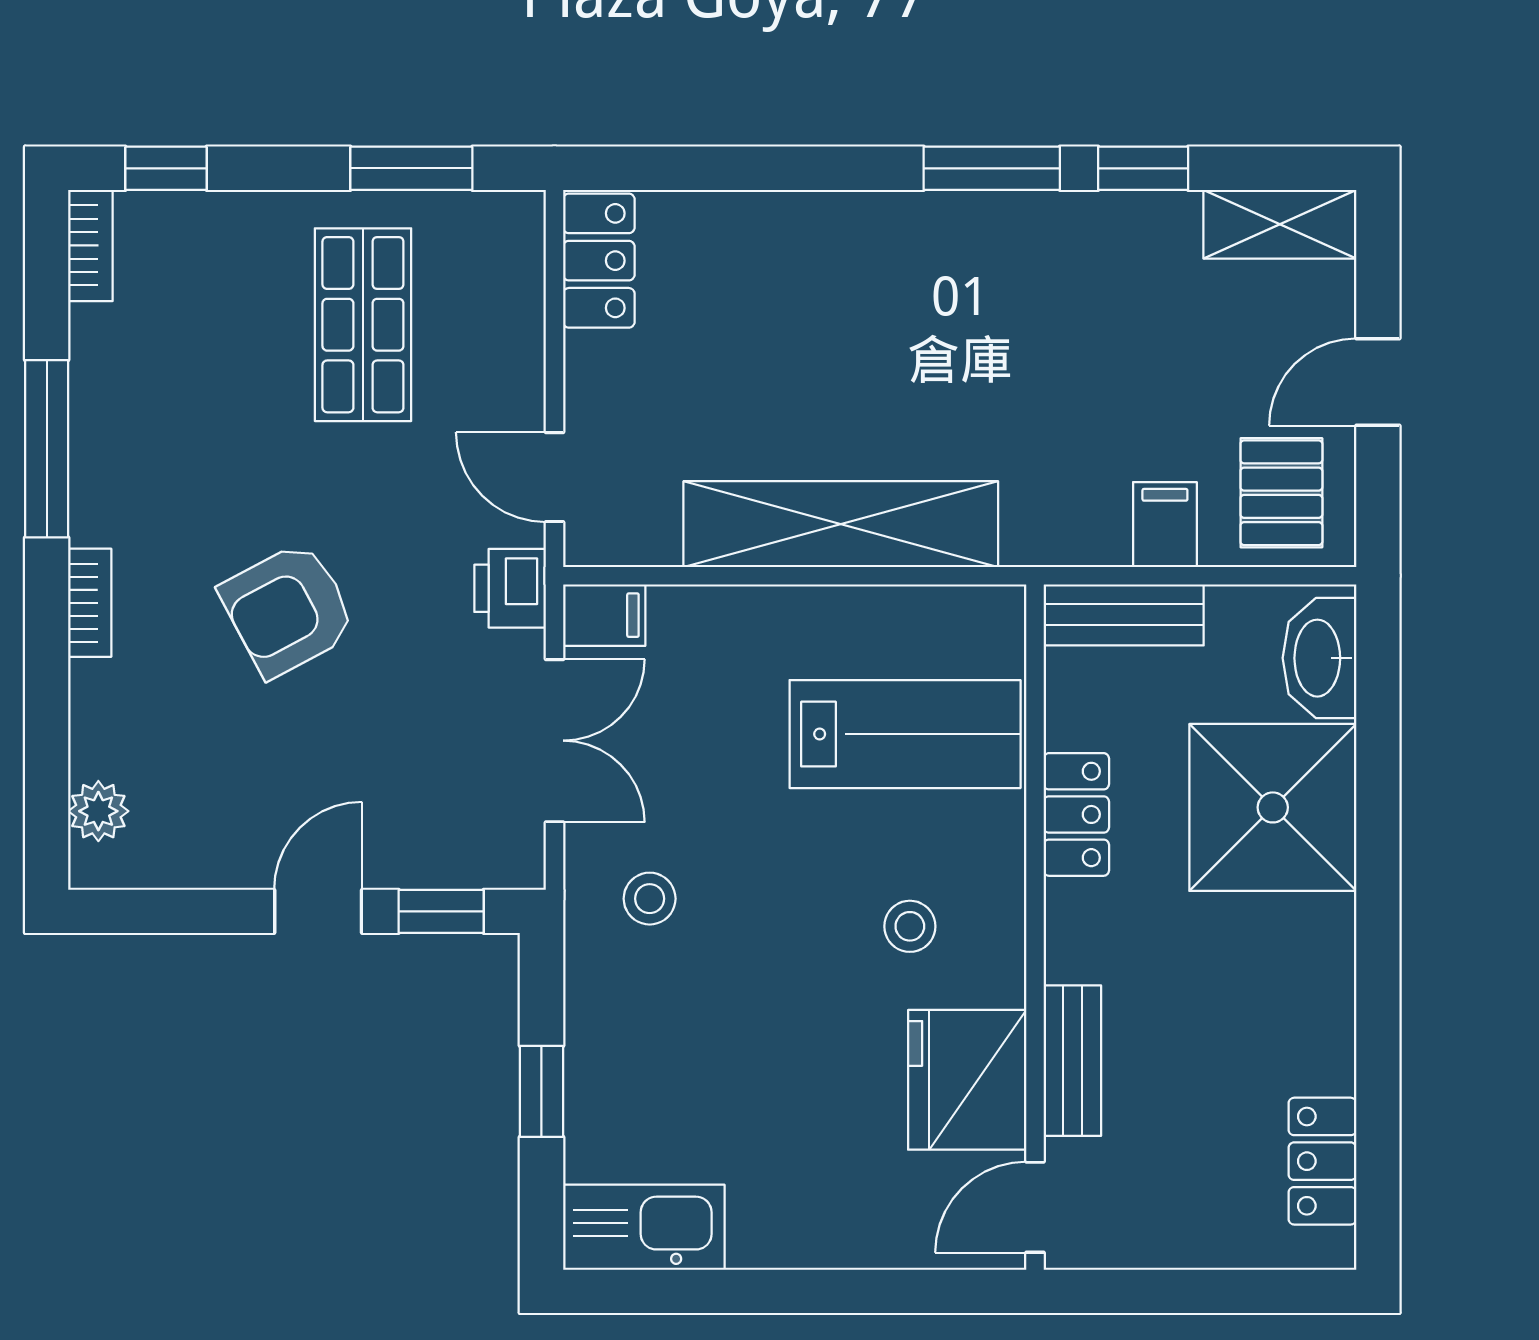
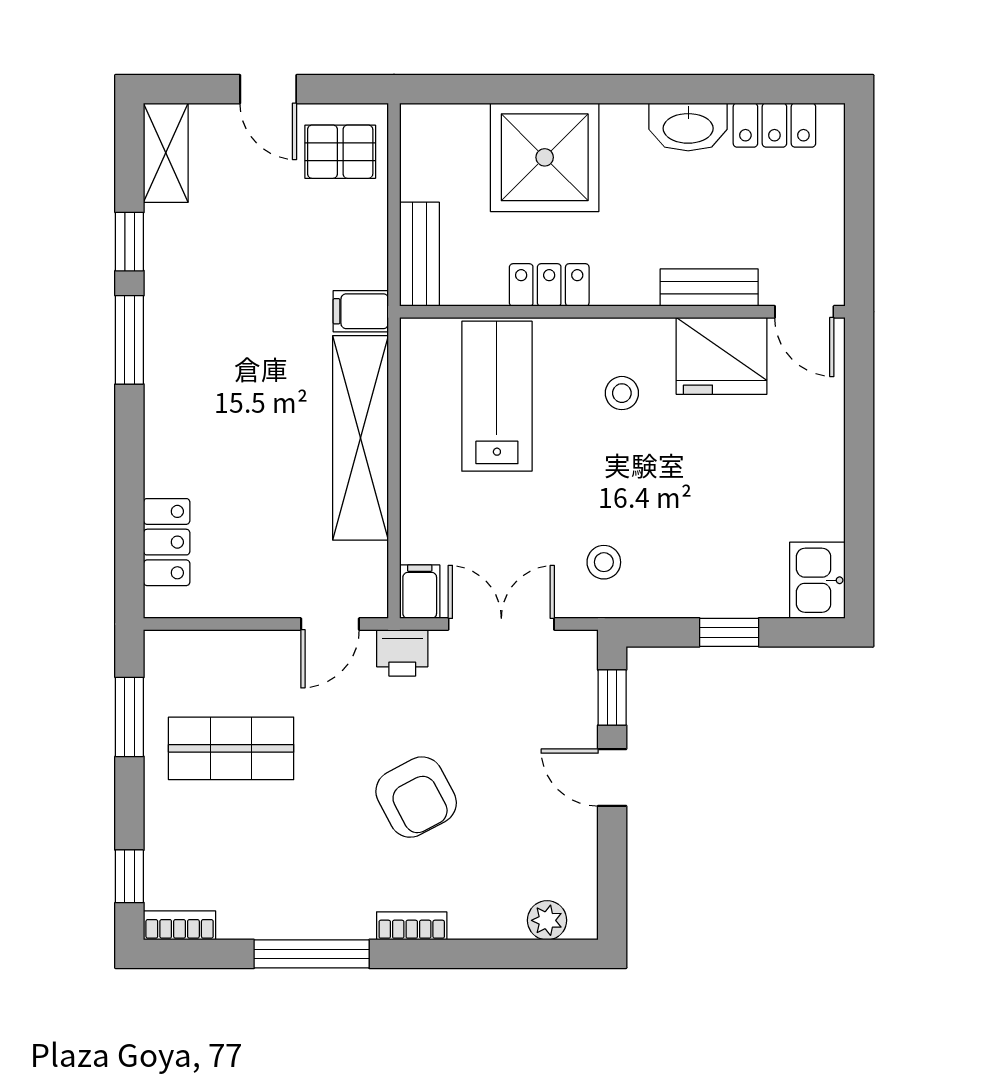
locker: (599, 261) -> (167, 542), moved, turned 90
filing cabinet: (1165, 525) -> (361, 311), moved
washbasin: (1320, 658) -> (688, 127), moved
kitchen sink: (644, 1227) -> (817, 580), width x0.73

